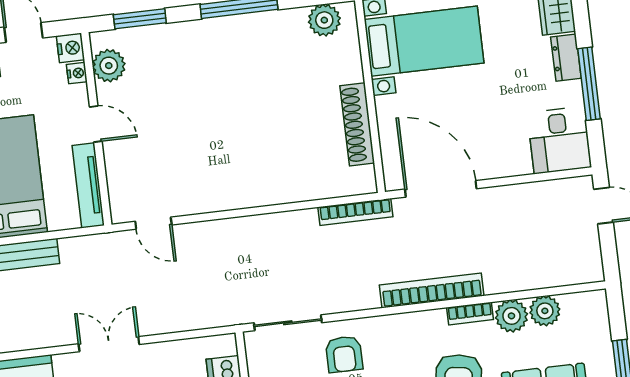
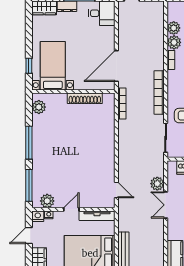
window: (140, 19) -> (29, 185), width x1.44
door: (153, 223) -> (116, 190), hinge flipped
bookcase: (432, 290) -> (159, 93), moved
plant: (179, 316) -> (157, 184), added
double door: (109, 344) -> (166, 205), moved

